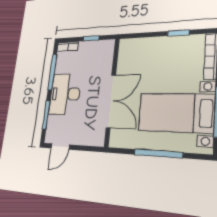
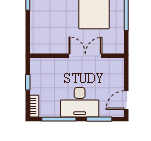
double door: (111, 101) -> (85, 56), width x0.73
door: (60, 146) -> (126, 100), swing flipped

